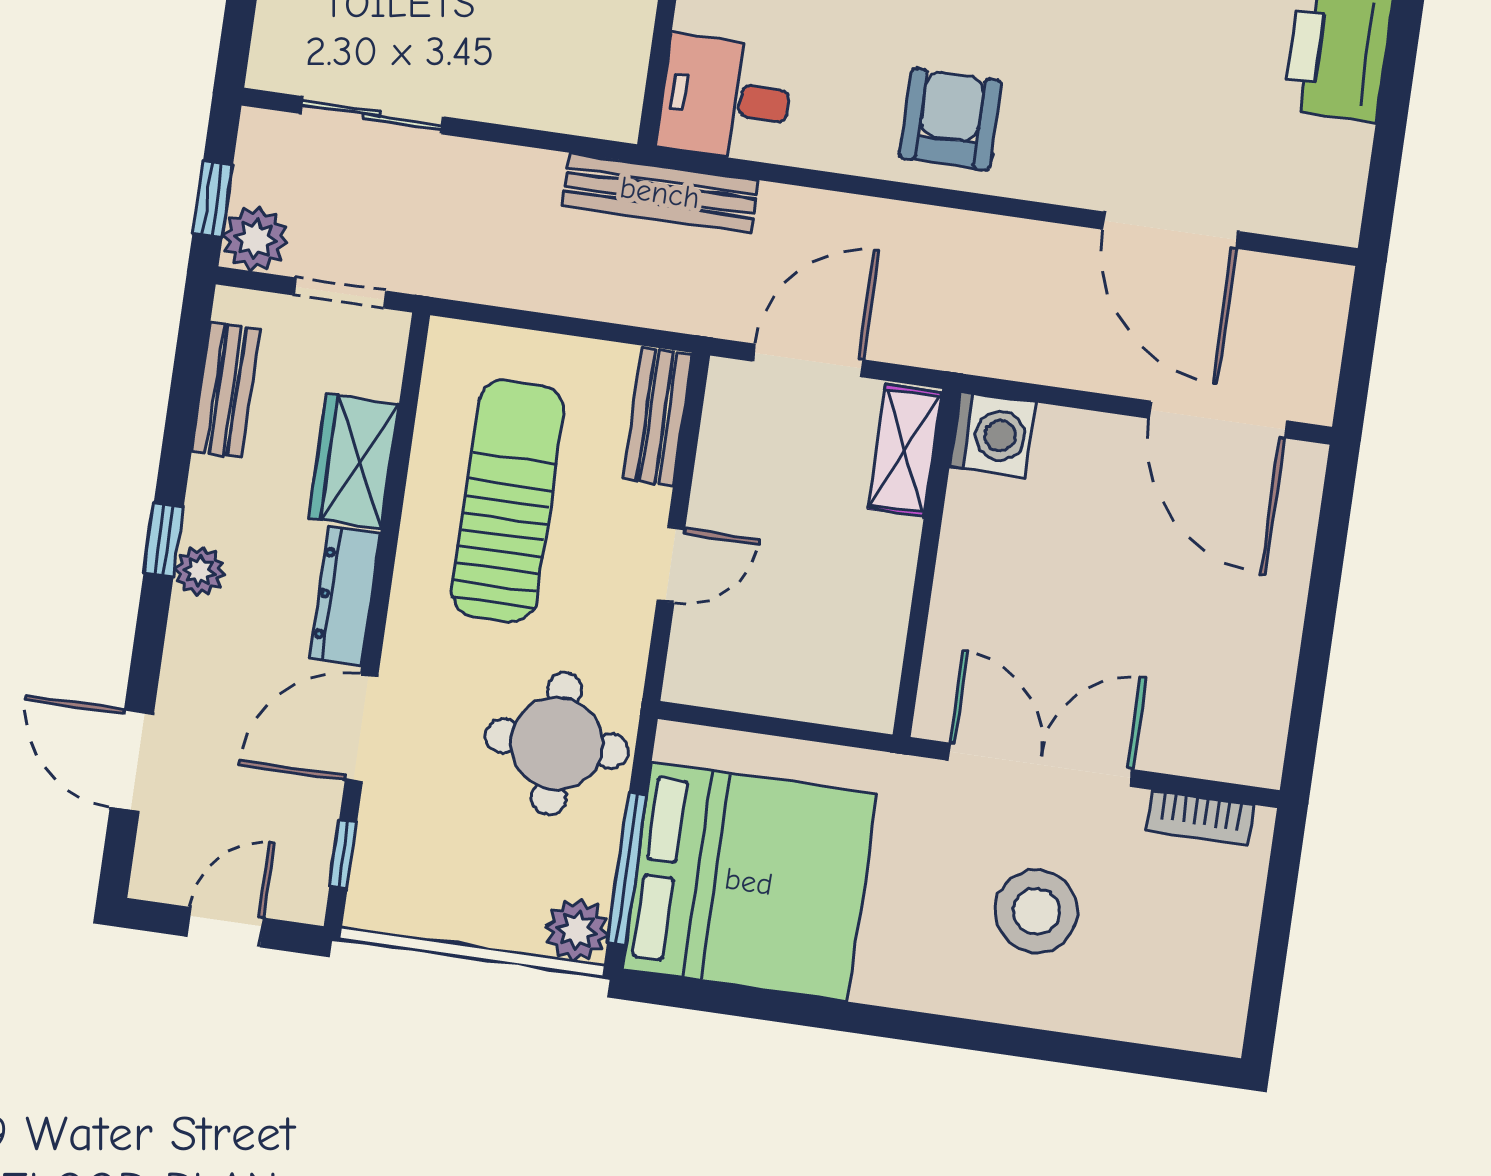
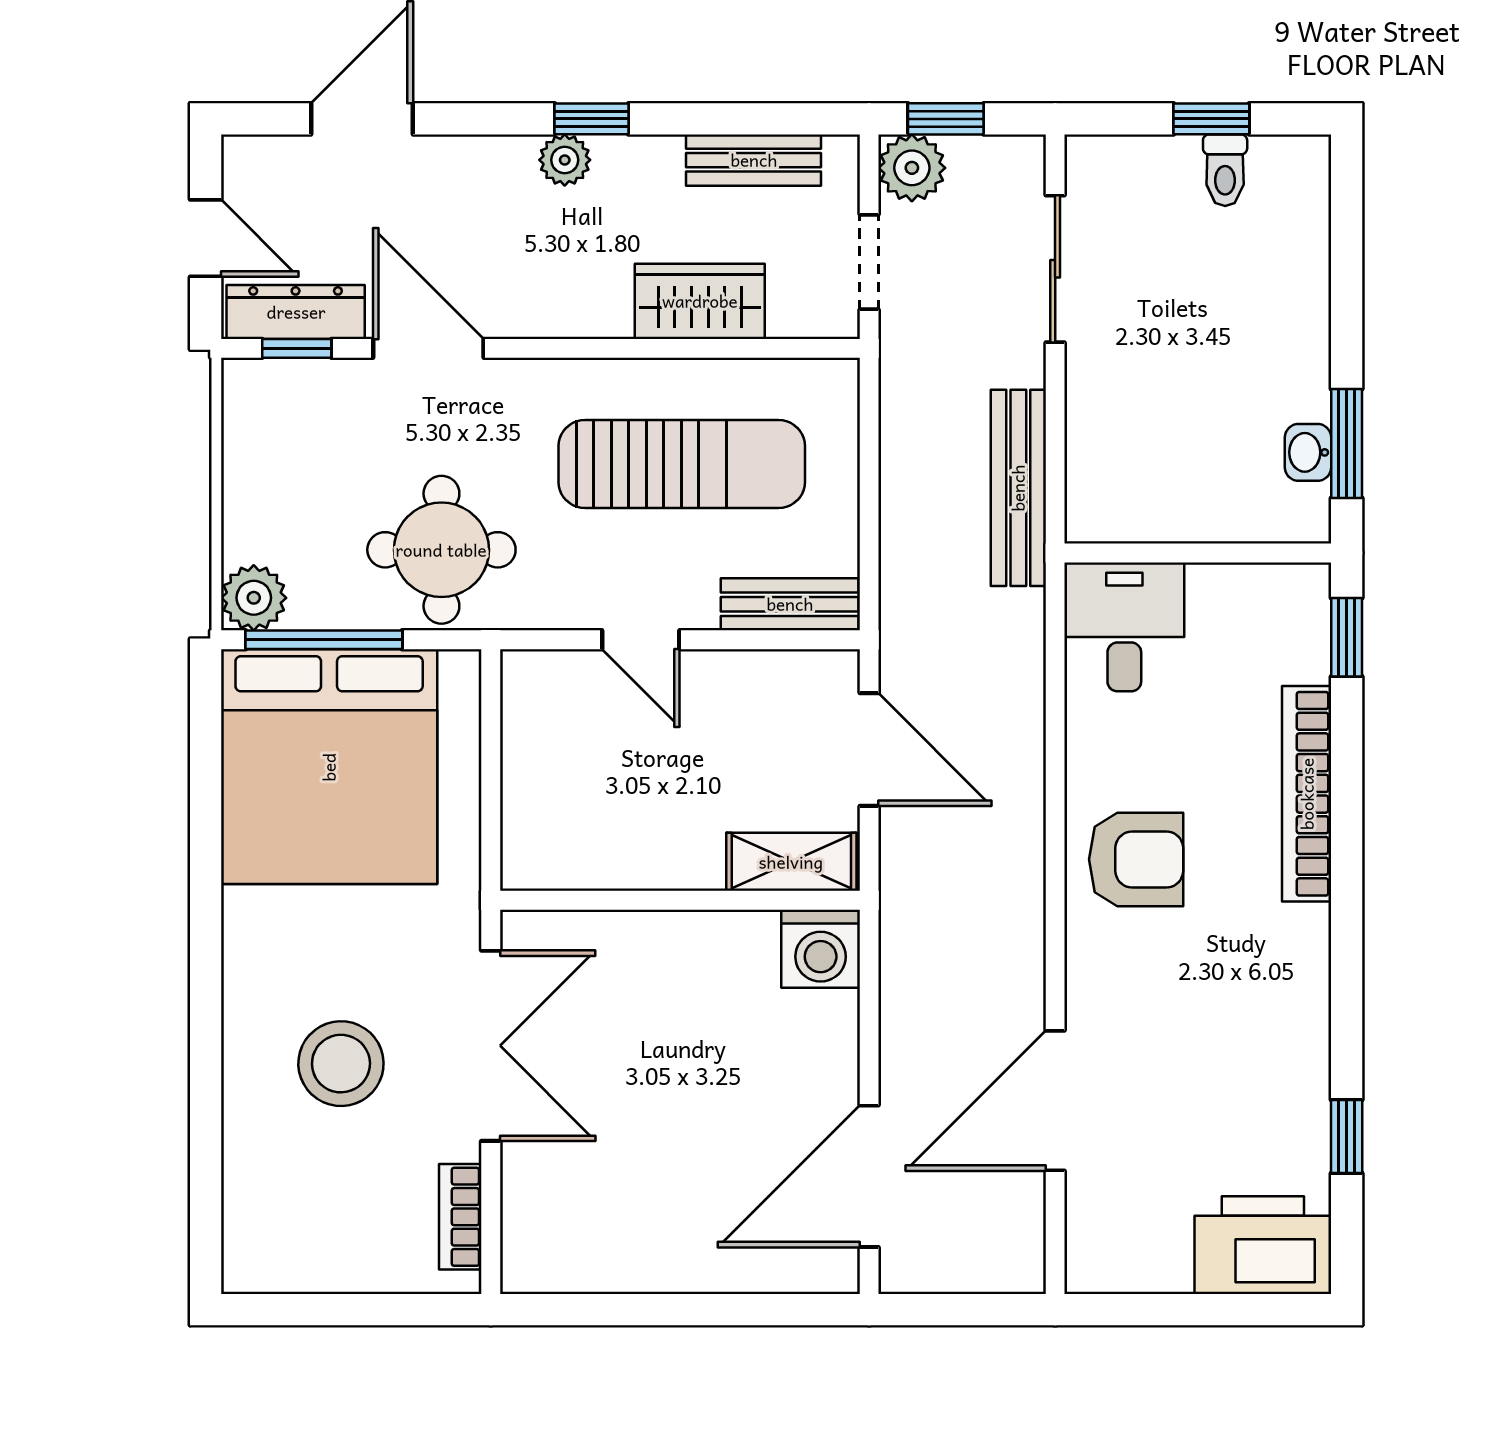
bench: (660, 193) -> (1018, 488), moved
dresser: (345, 596) -> (296, 312), moved

